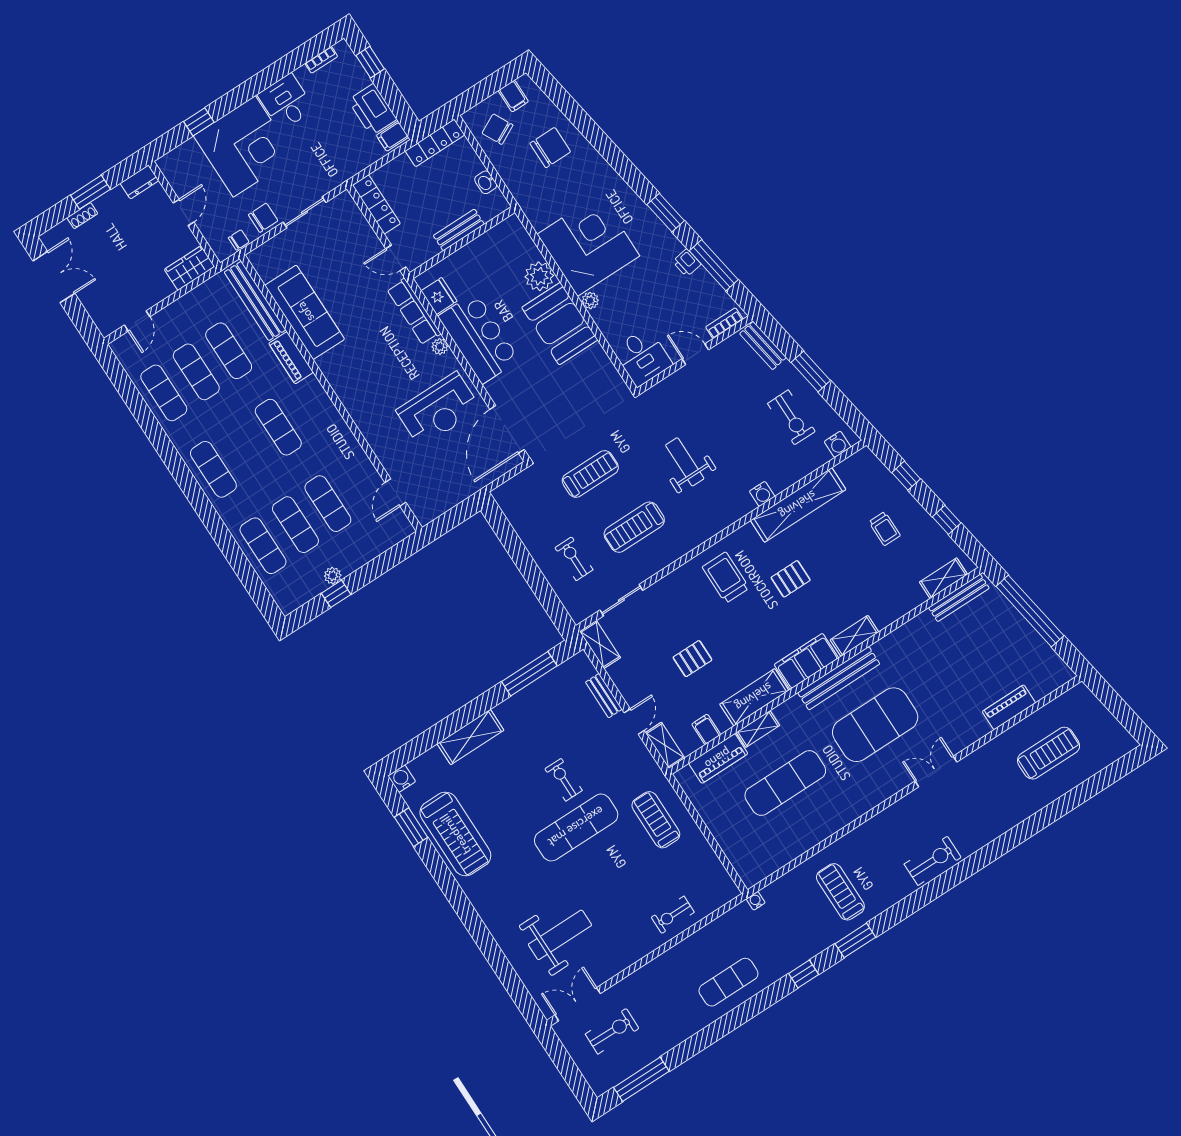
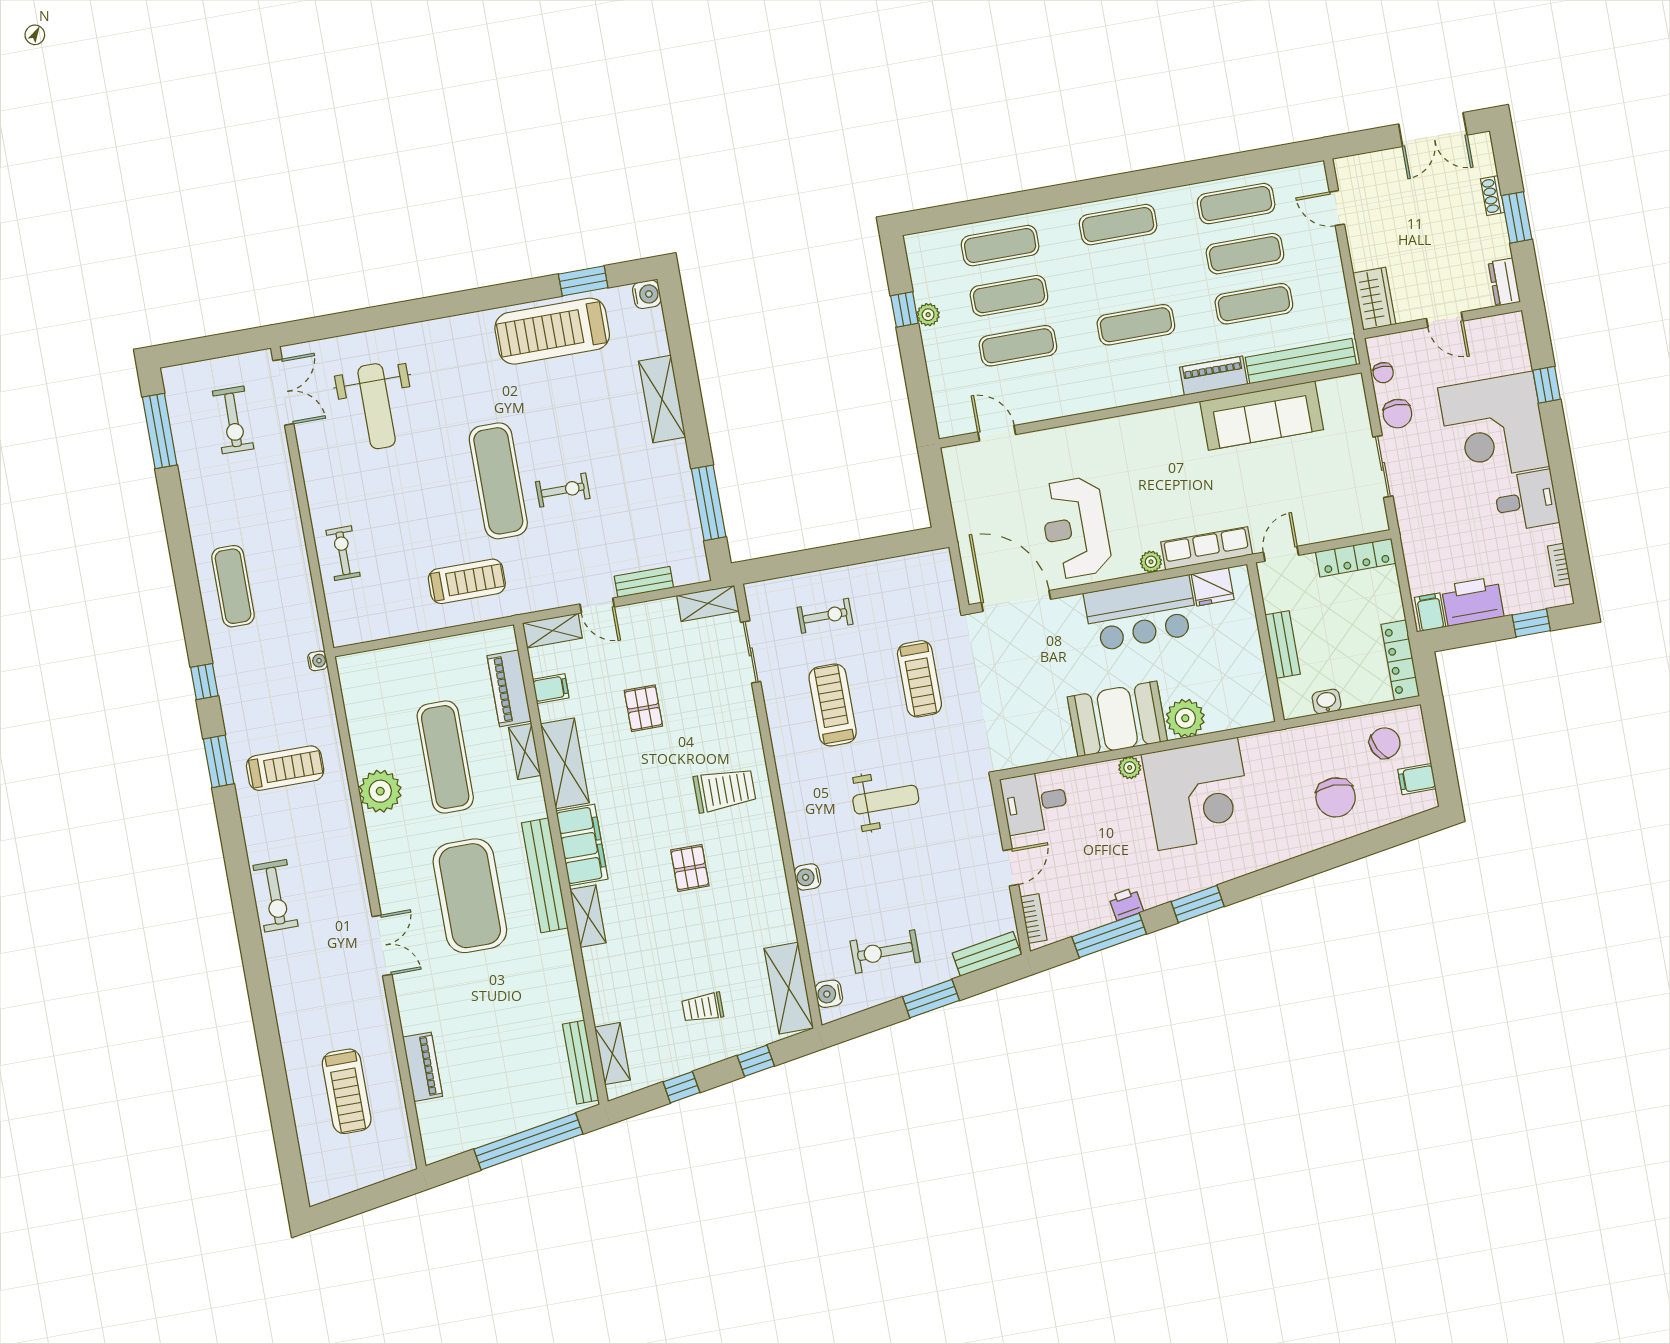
shelving: (798, 505) -> (789, 988), moved, width x0.68
plant: (828, 818) -> (380, 791), added

